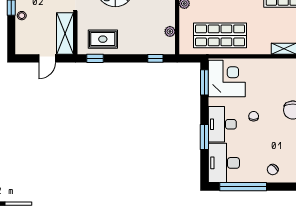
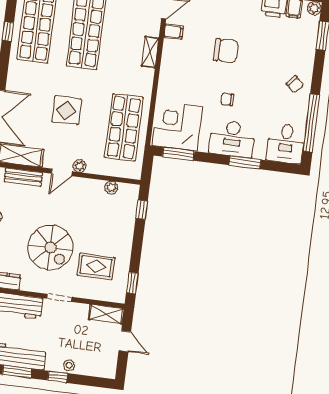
shelving: (65, 34) -> (106, 314), width x0.67, depth x0.75
rug: (103, 39) -> (96, 266), moved, turned 90
desk: (224, 163) -> (286, 144), width x0.73

